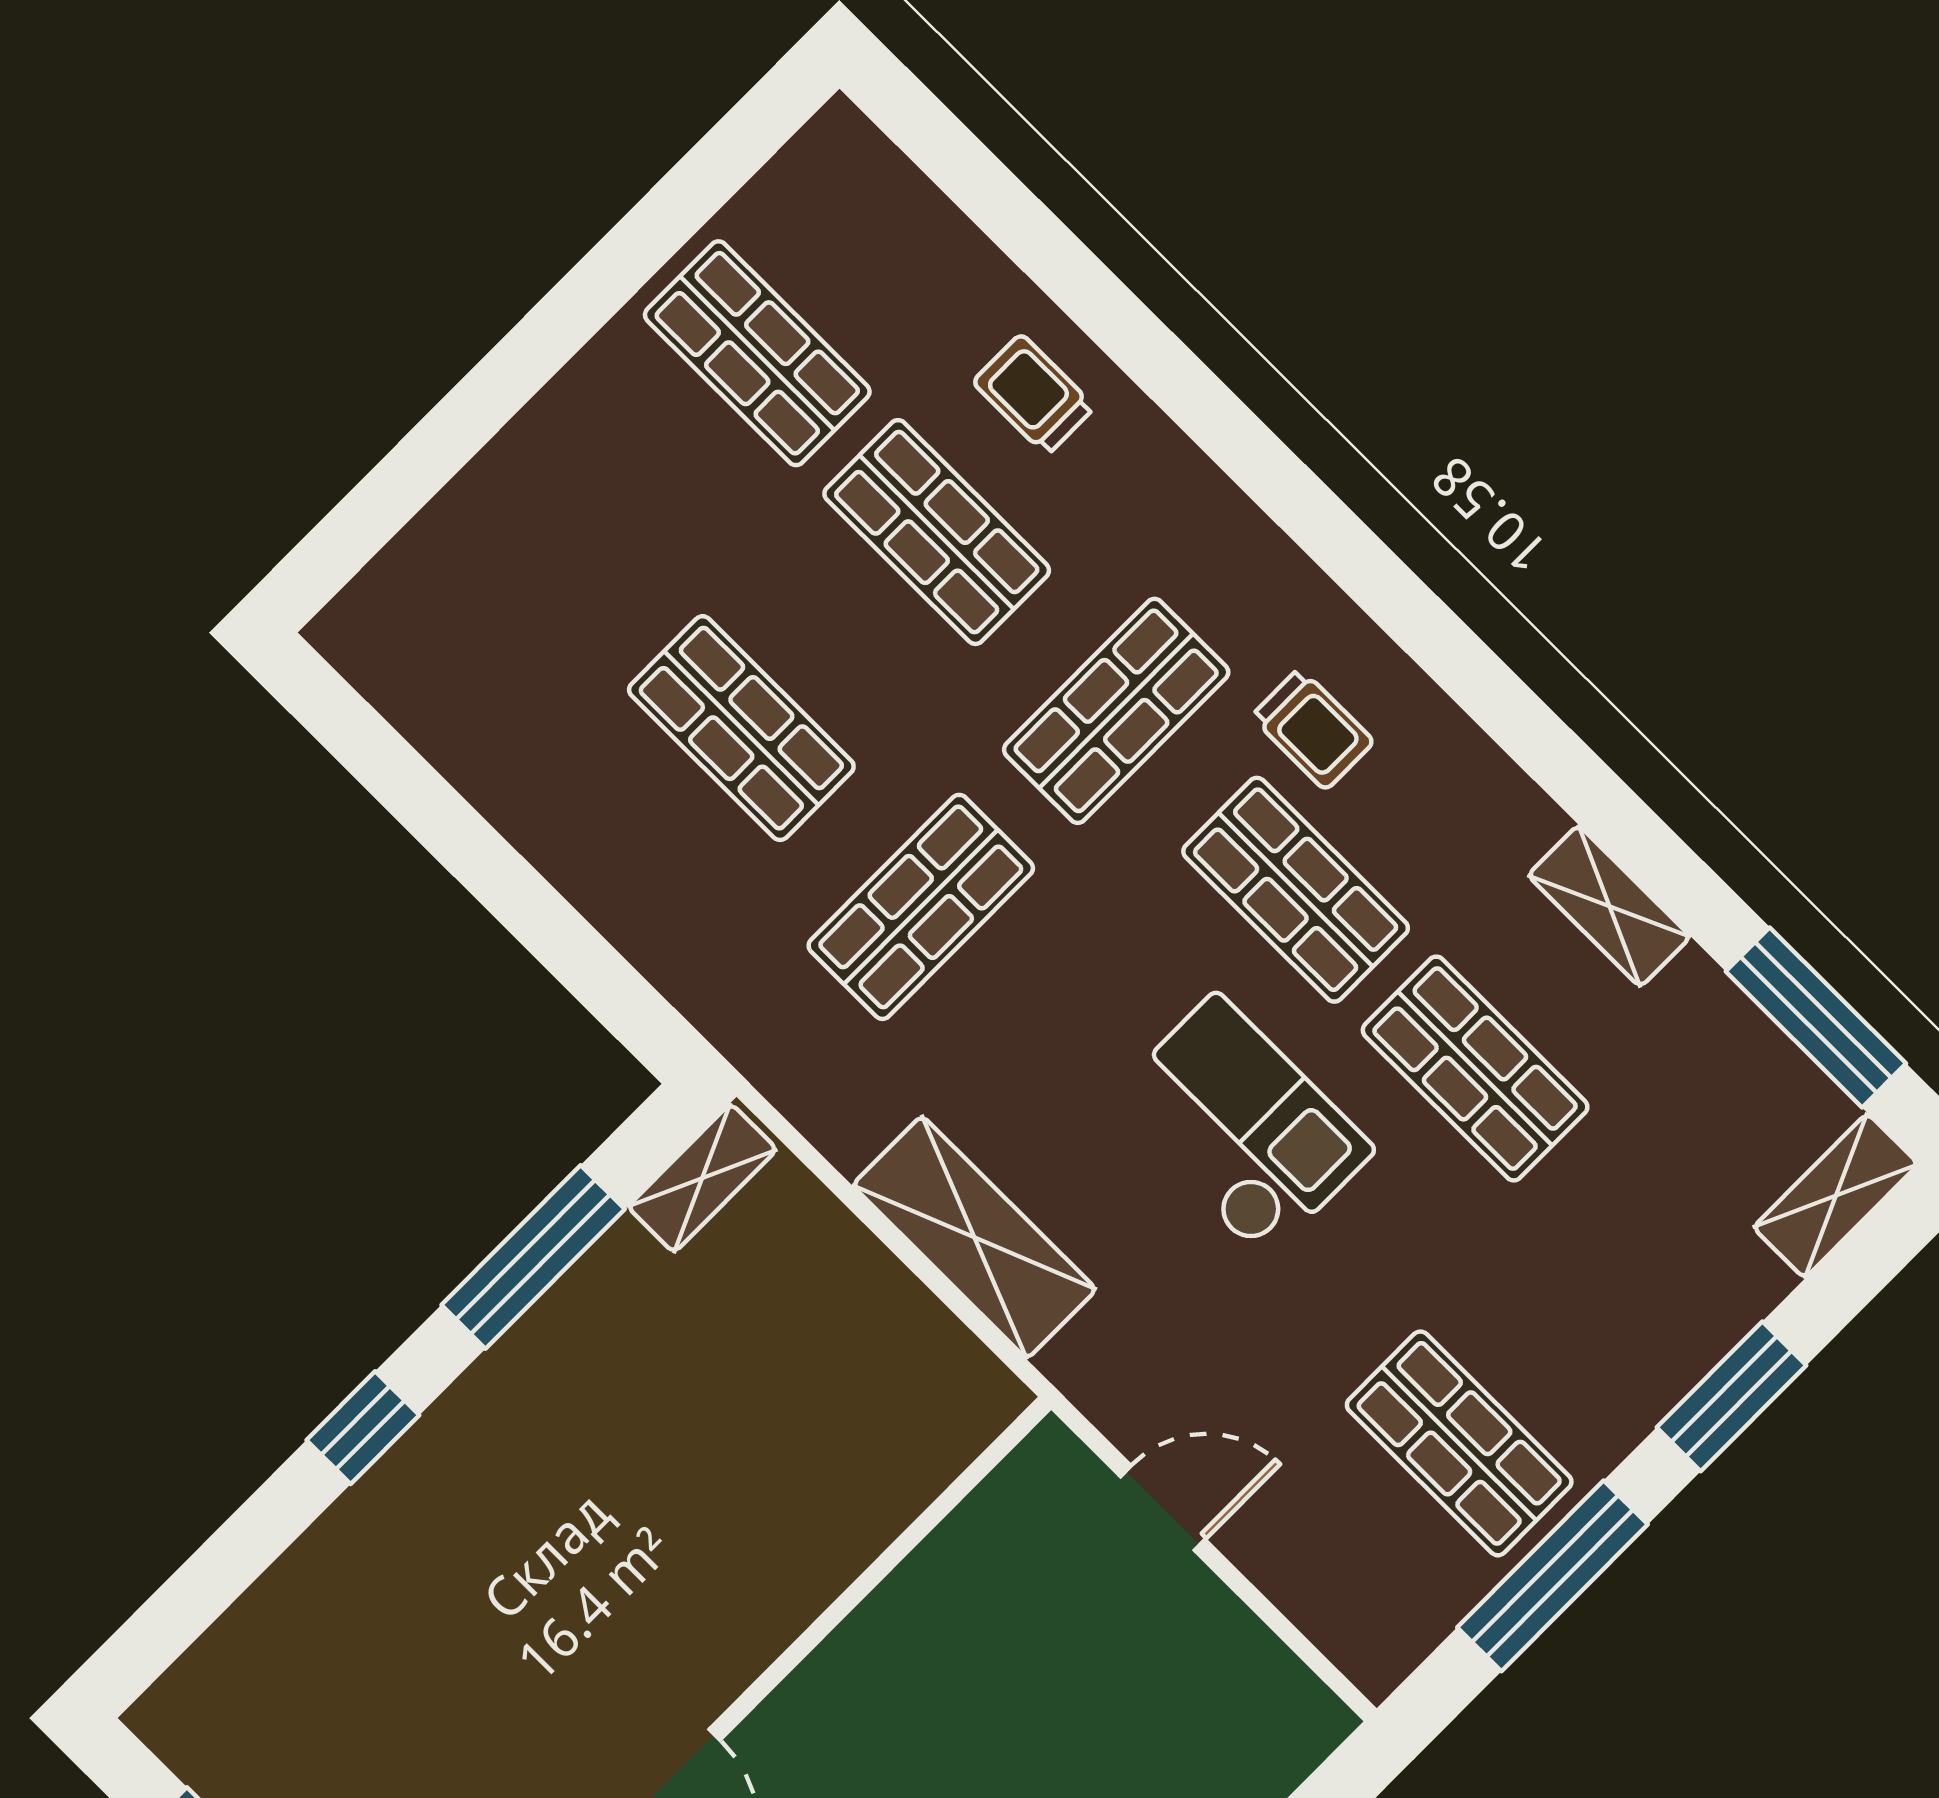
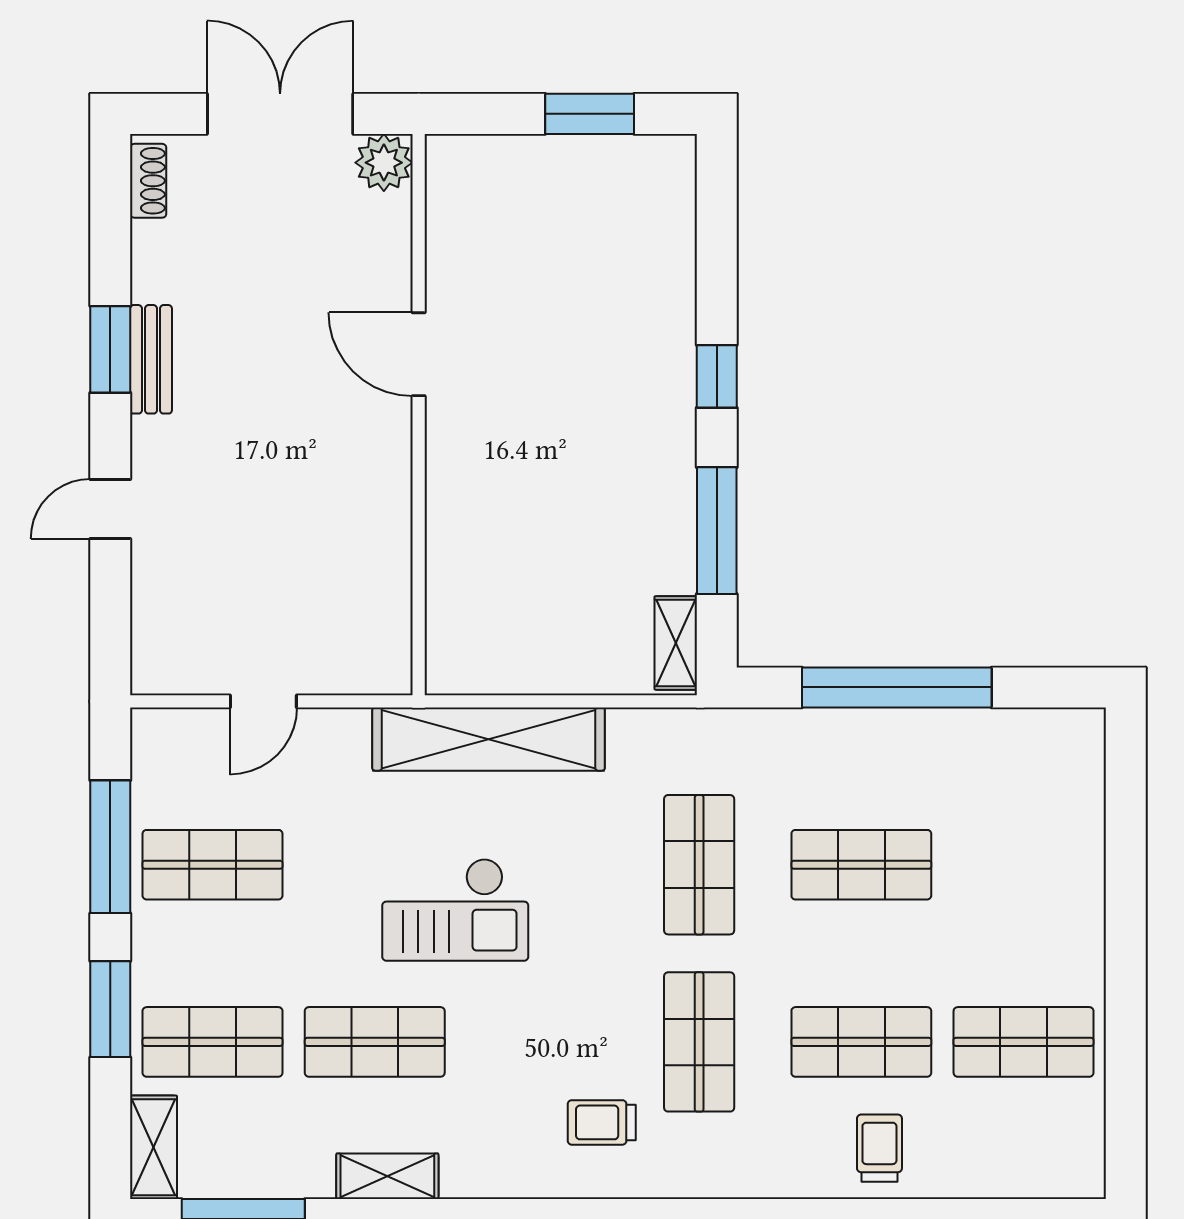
trolley: (1034, 395) -> (879, 1148), turned -90
window: (507, 885) -> (897, 687), added
shop shelf: (1296, 890) -> (213, 1042), moved
shelving: (974, 1237) -> (489, 739), width x1.47
door: (1163, 1508) -> (263, 701), moved

